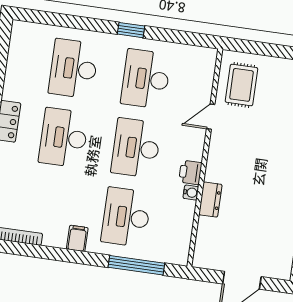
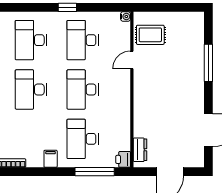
rug: (241, 85) -> (150, 35), turned 90
printer: (190, 172) -> (123, 159), moved
water cooler: (191, 193) -> (126, 17), moved
dresser: (210, 200) -> (140, 150), moved

